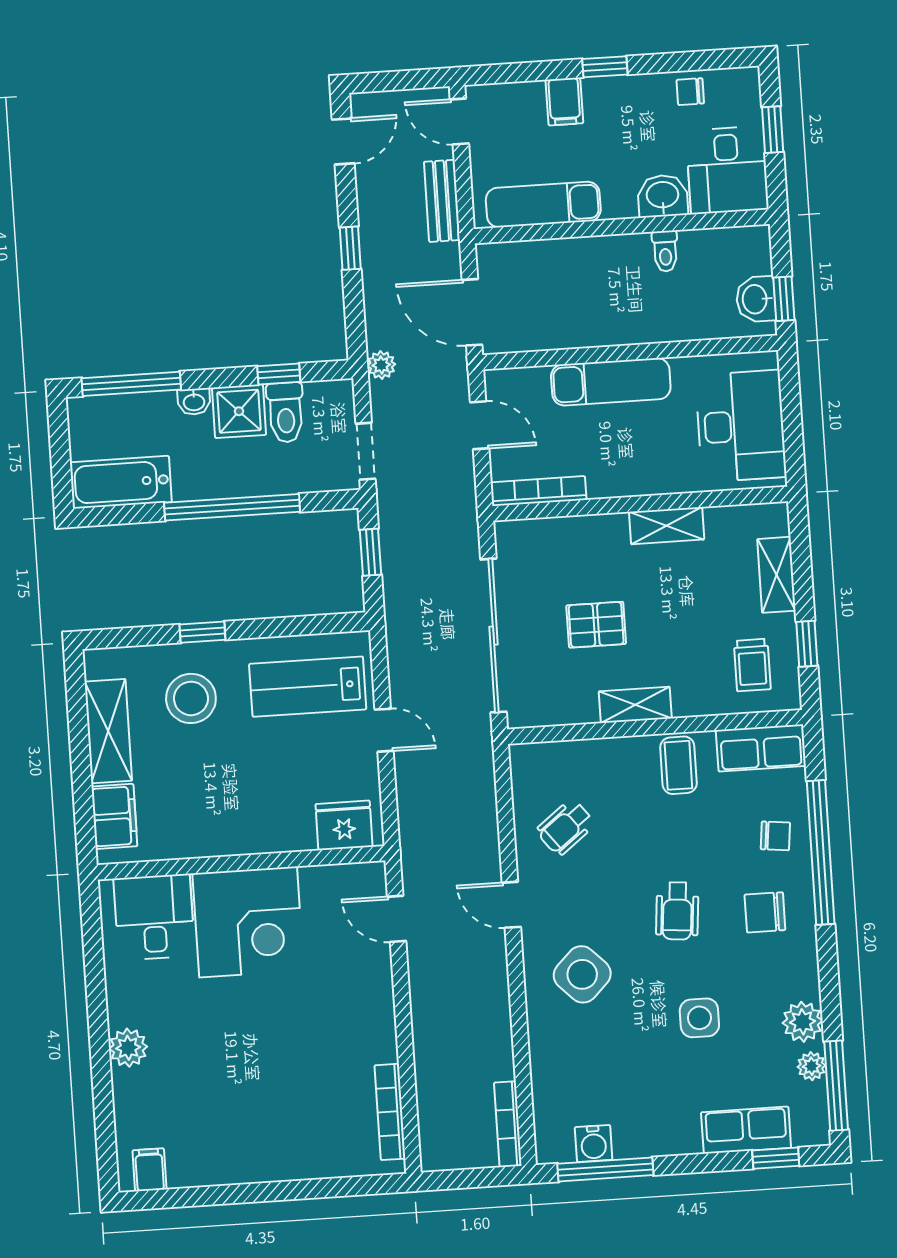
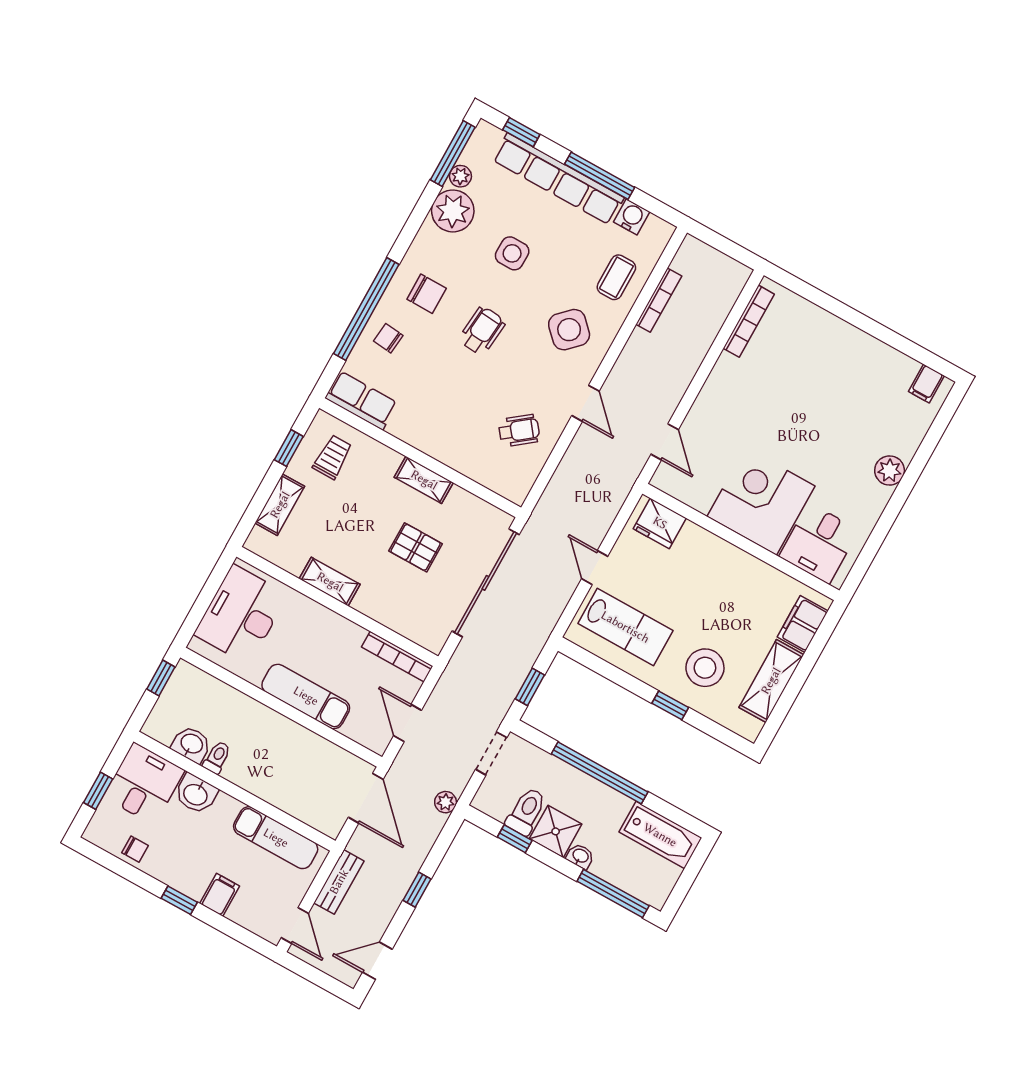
washbasin: (756, 299) -> (191, 744), moved, turned -90
coffee table: (678, 765) -> (616, 277), moved
plant: (803, 1022) -> (453, 211), width x1.36, depth x1.36
bookcase: (508, 1124) -> (659, 300), moved
row of seats: (746, 1130) -> (558, 179), width x2.02
window: (605, 1169) -> (600, 176), moved

